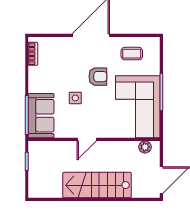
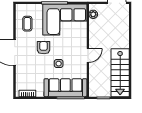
sofa: (41, 116) -> (65, 88), width x1.36
door: (87, 139) -> (88, 55), hinge flipped
stairs: (97, 185) -> (120, 73), moved

